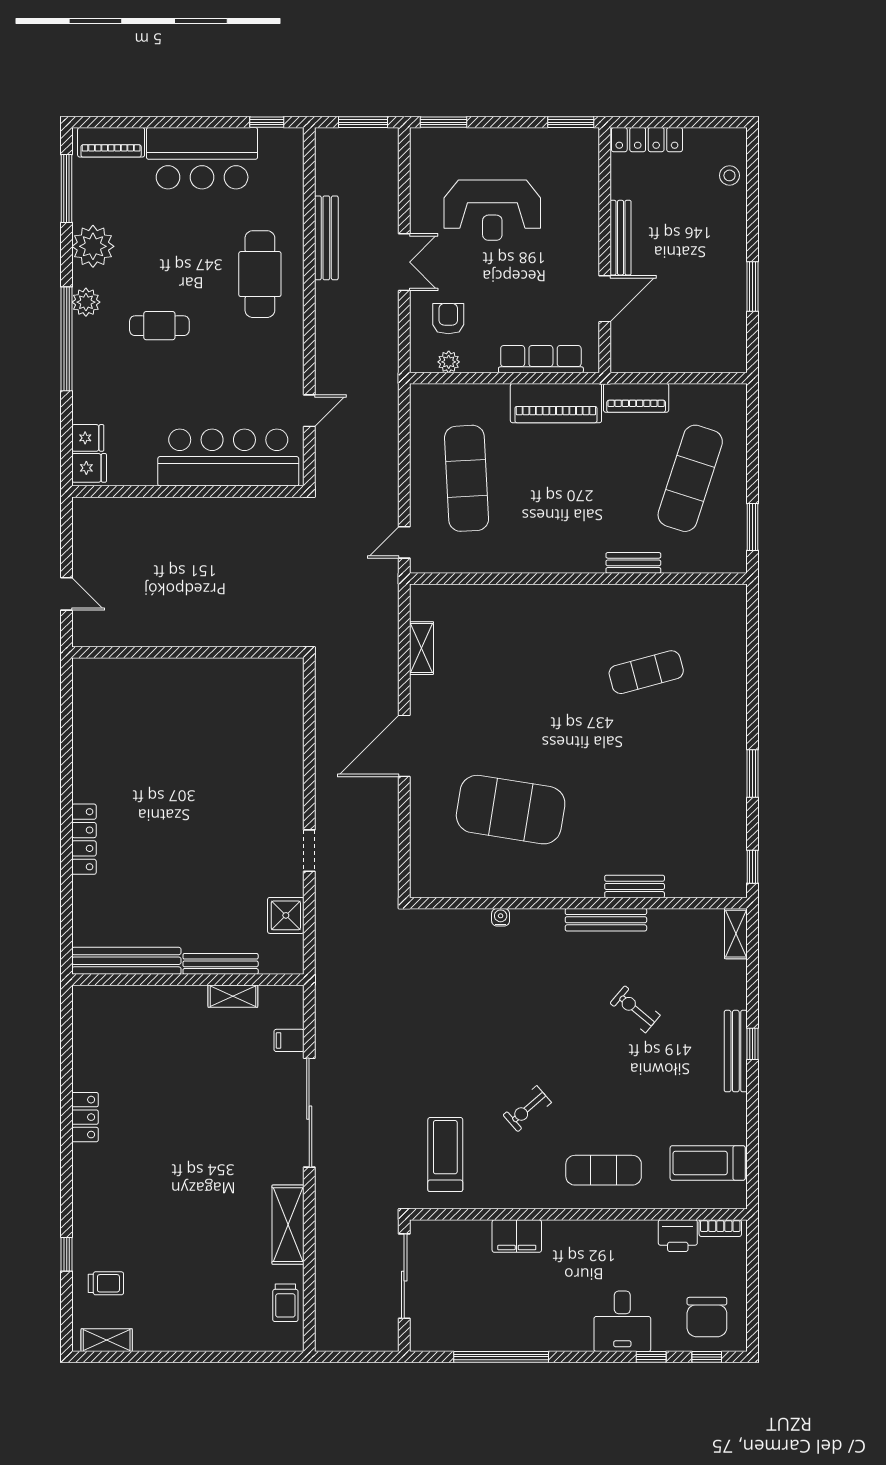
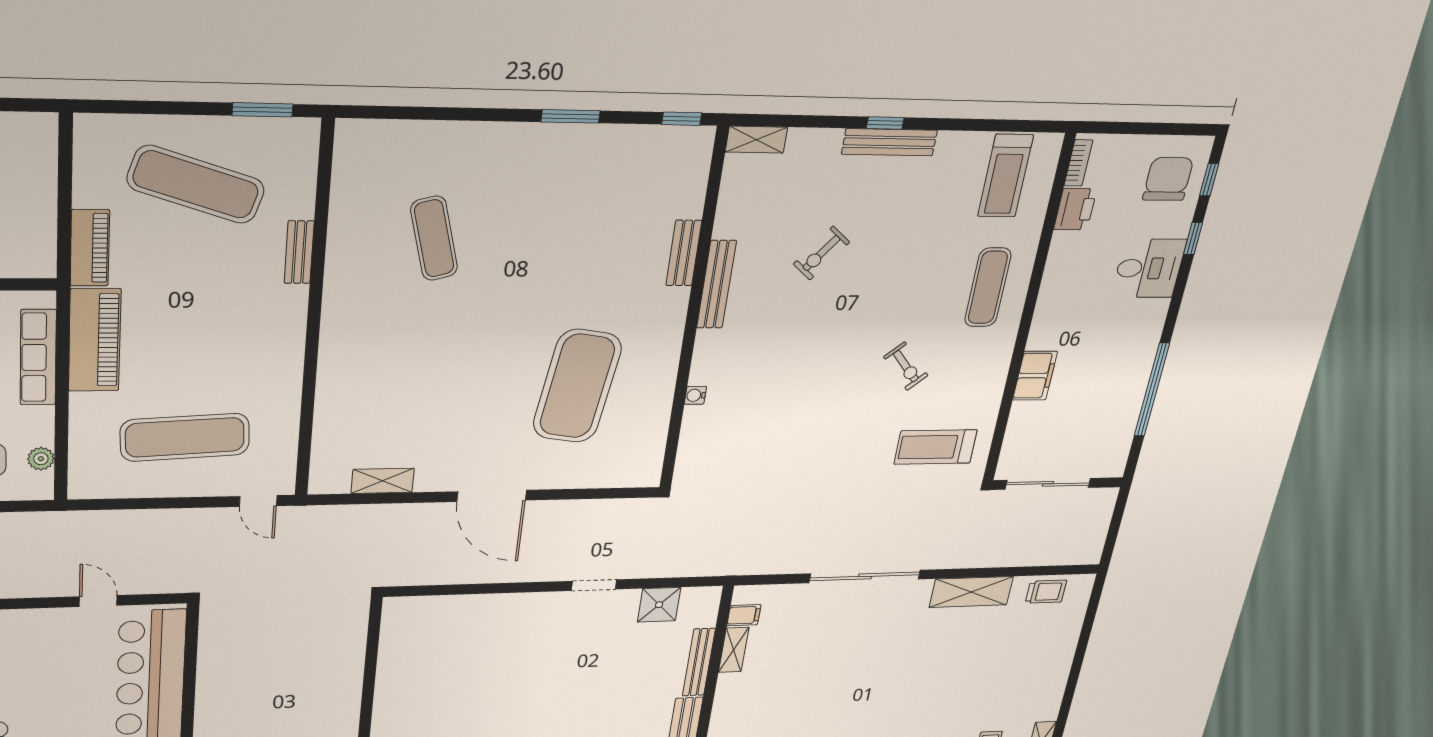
filing cabinet: (289, 1040) -> (744, 615), moved, turned -90
chair: (707, 1317) -> (1168, 179), turned -90

